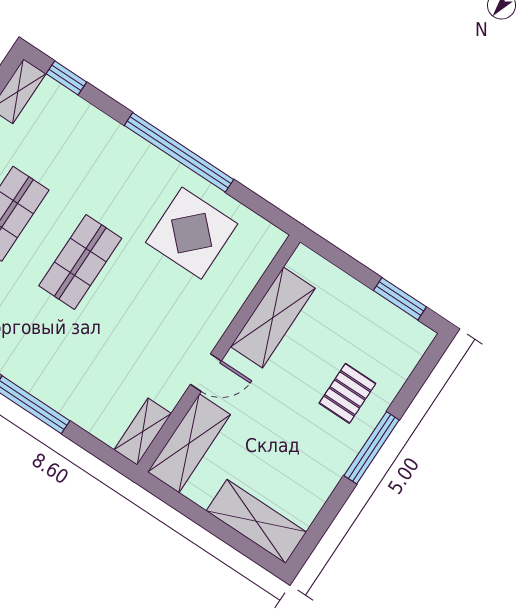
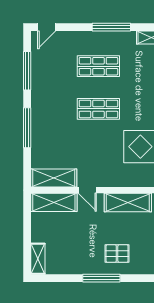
shelving: (143, 432) -> (54, 178), width x1.50, depth x1.33
shelving: (256, 521) -> (38, 259), width x0.67, depth x0.75

